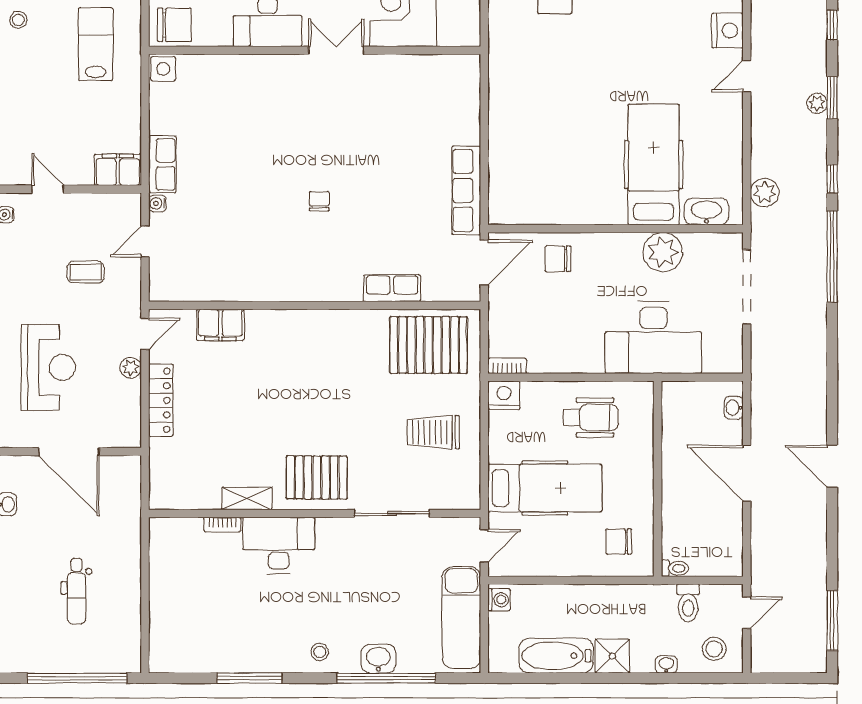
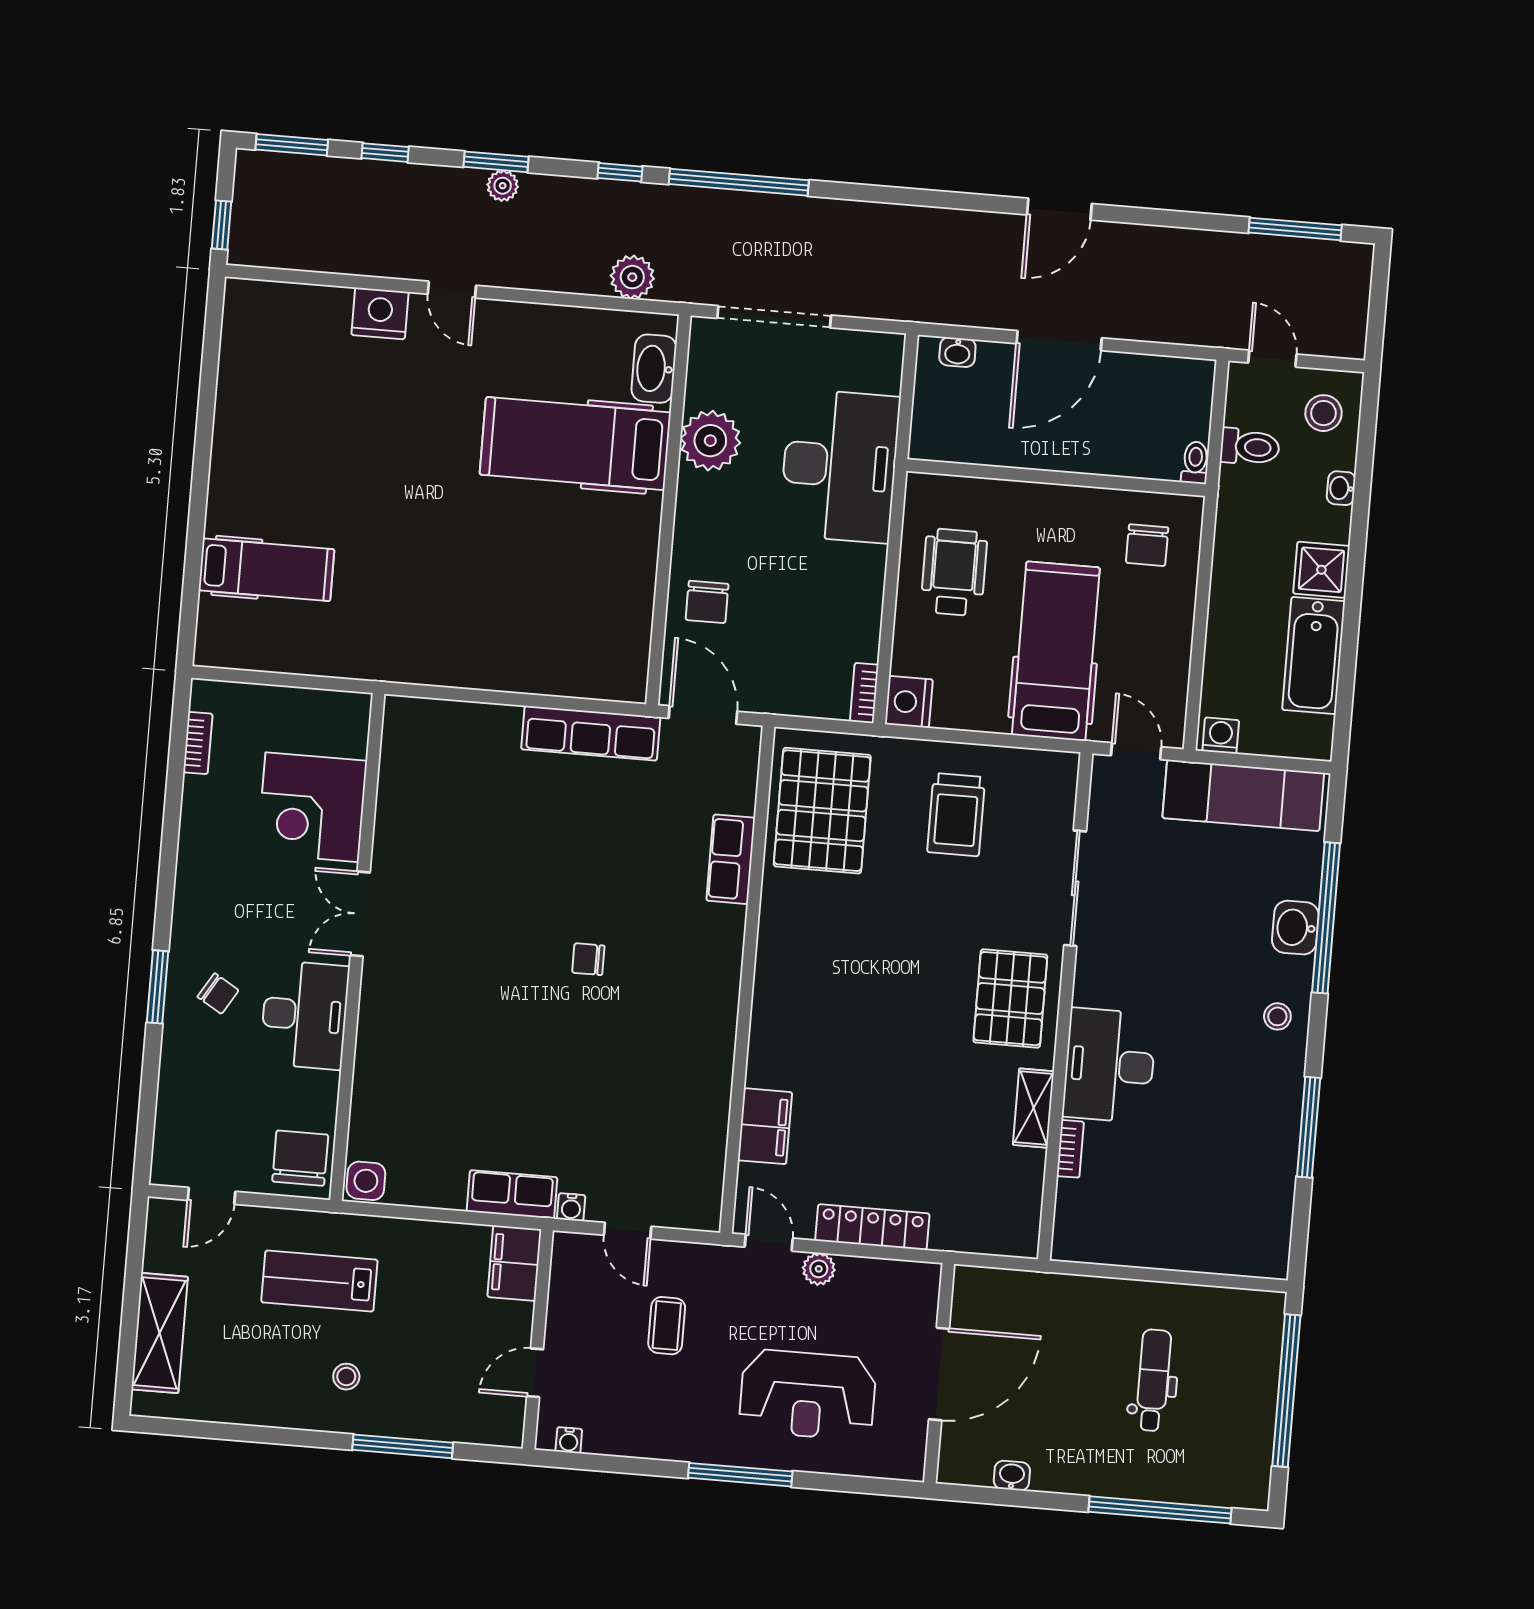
stool: (18, 20) -> (346, 1377), moved
reception desk: (48, 367) -> (808, 1395), turned 180
dental chair: (77, 591) -> (1153, 1380), turned -90

